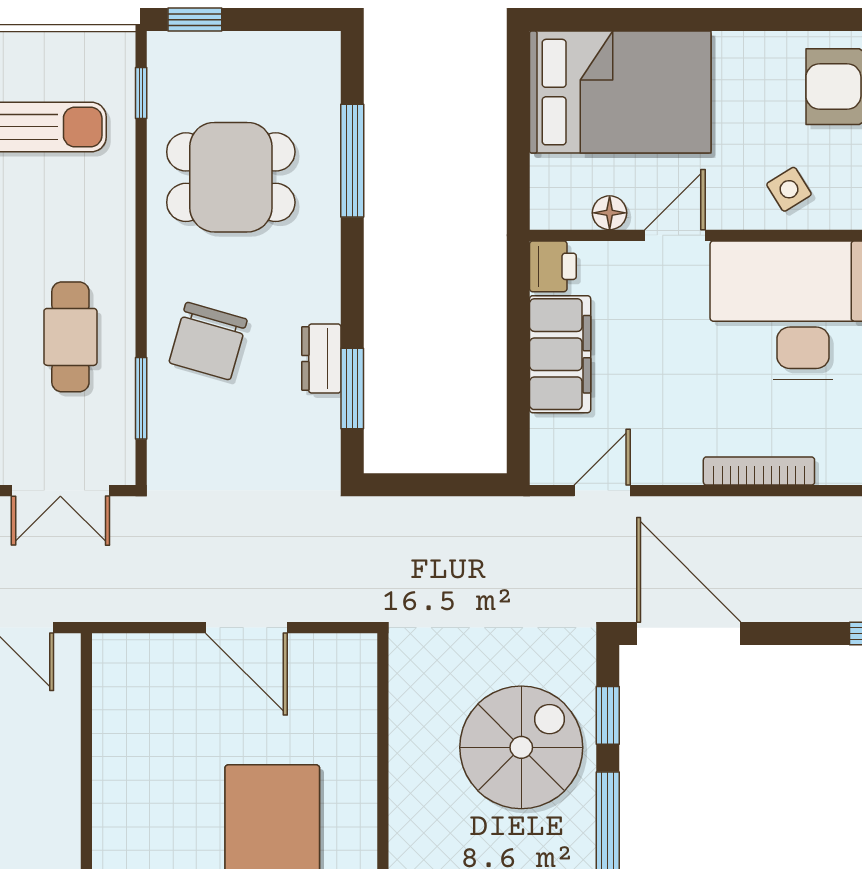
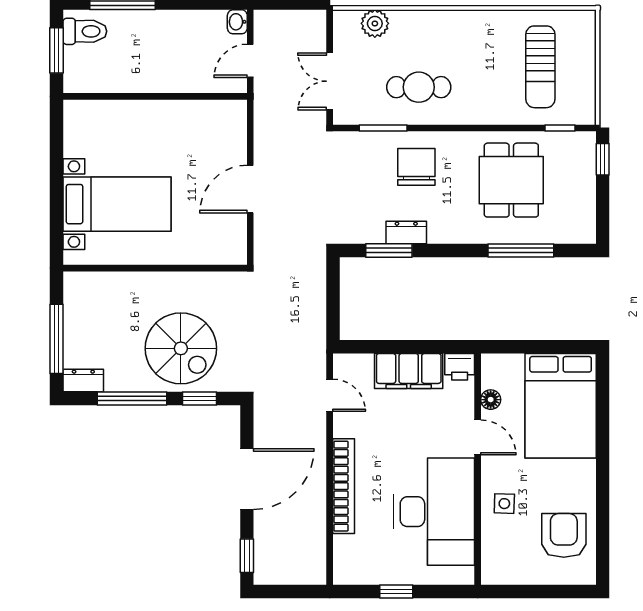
side table: (789, 189) -> (504, 504), turned 34
chair: (208, 341) -> (416, 167), turned 74
bookcase: (759, 471) -> (344, 486), width x1.48, depth x1.31
door: (689, 633) -> (247, 479), moved

